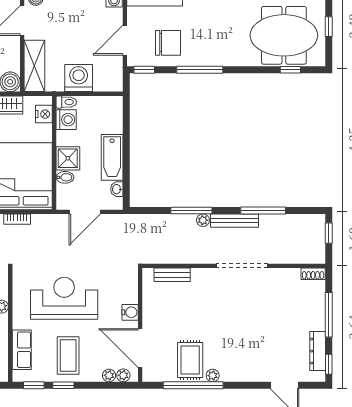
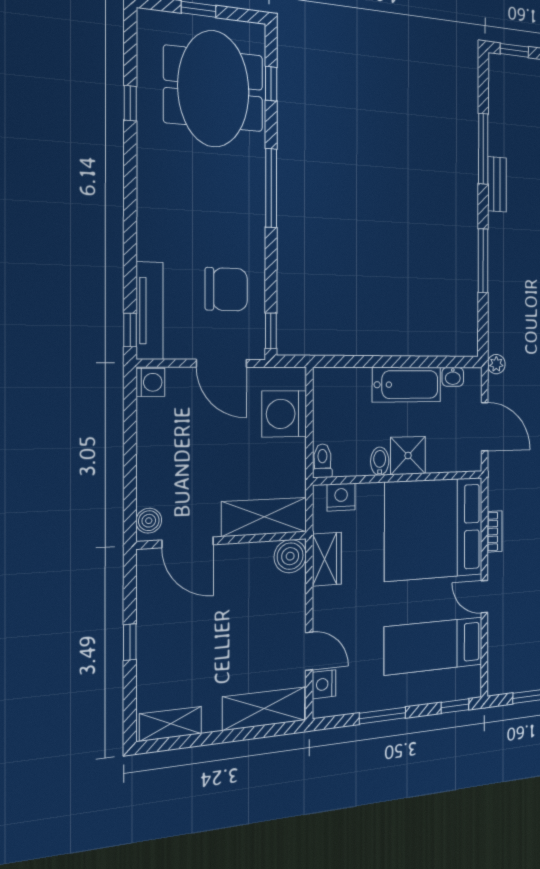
chair: (168, 43) -> (226, 289), turned 90
window: (200, 70) -> (271, 188), moved
washing machine: (79, 78) -> (284, 414), moved
washing machine: (66, 120) -> (350, 460), removed
bidet: (65, 177) -> (380, 461), moved
plant: (203, 220) -> (496, 364), moved
bench: (235, 221) -> (497, 184), width x0.73

